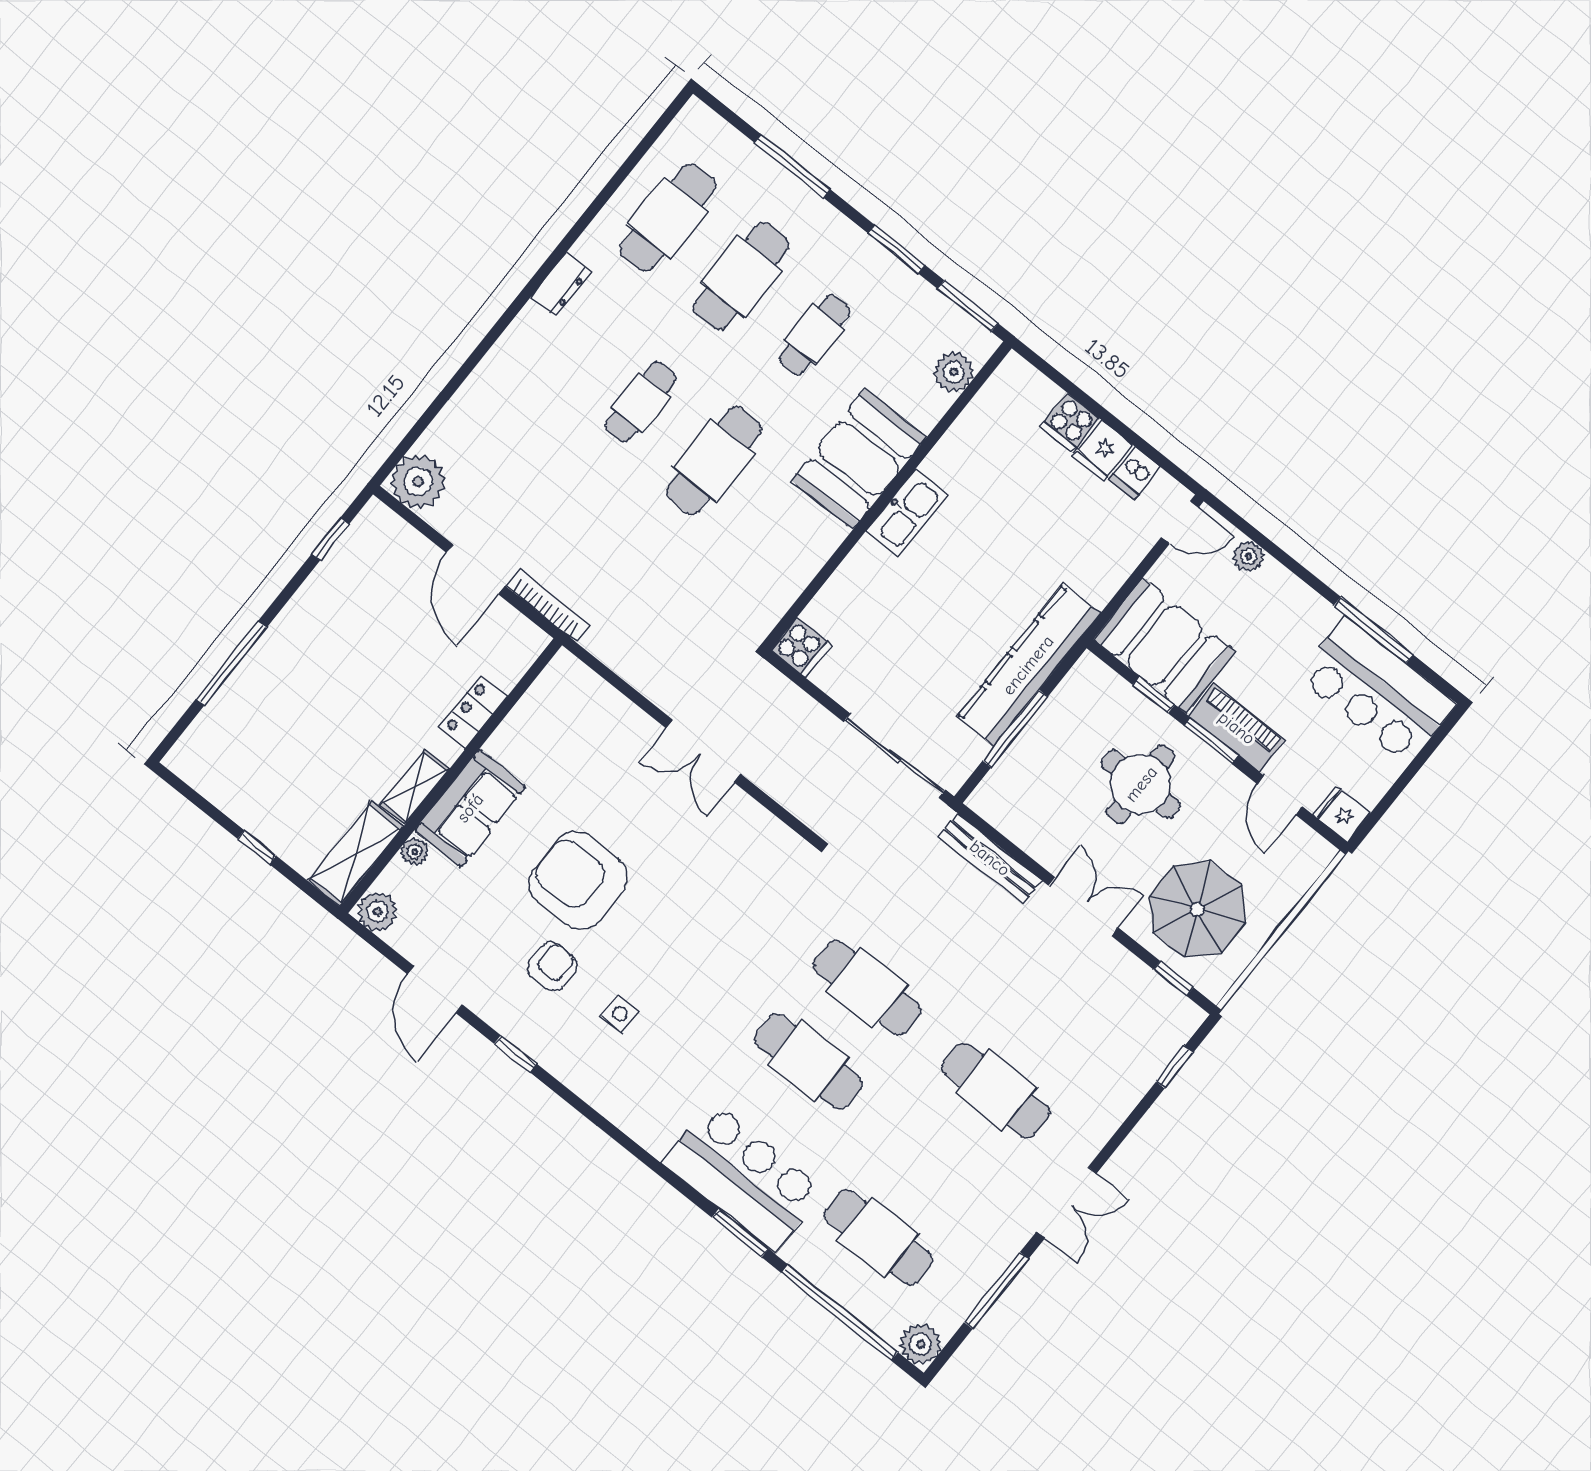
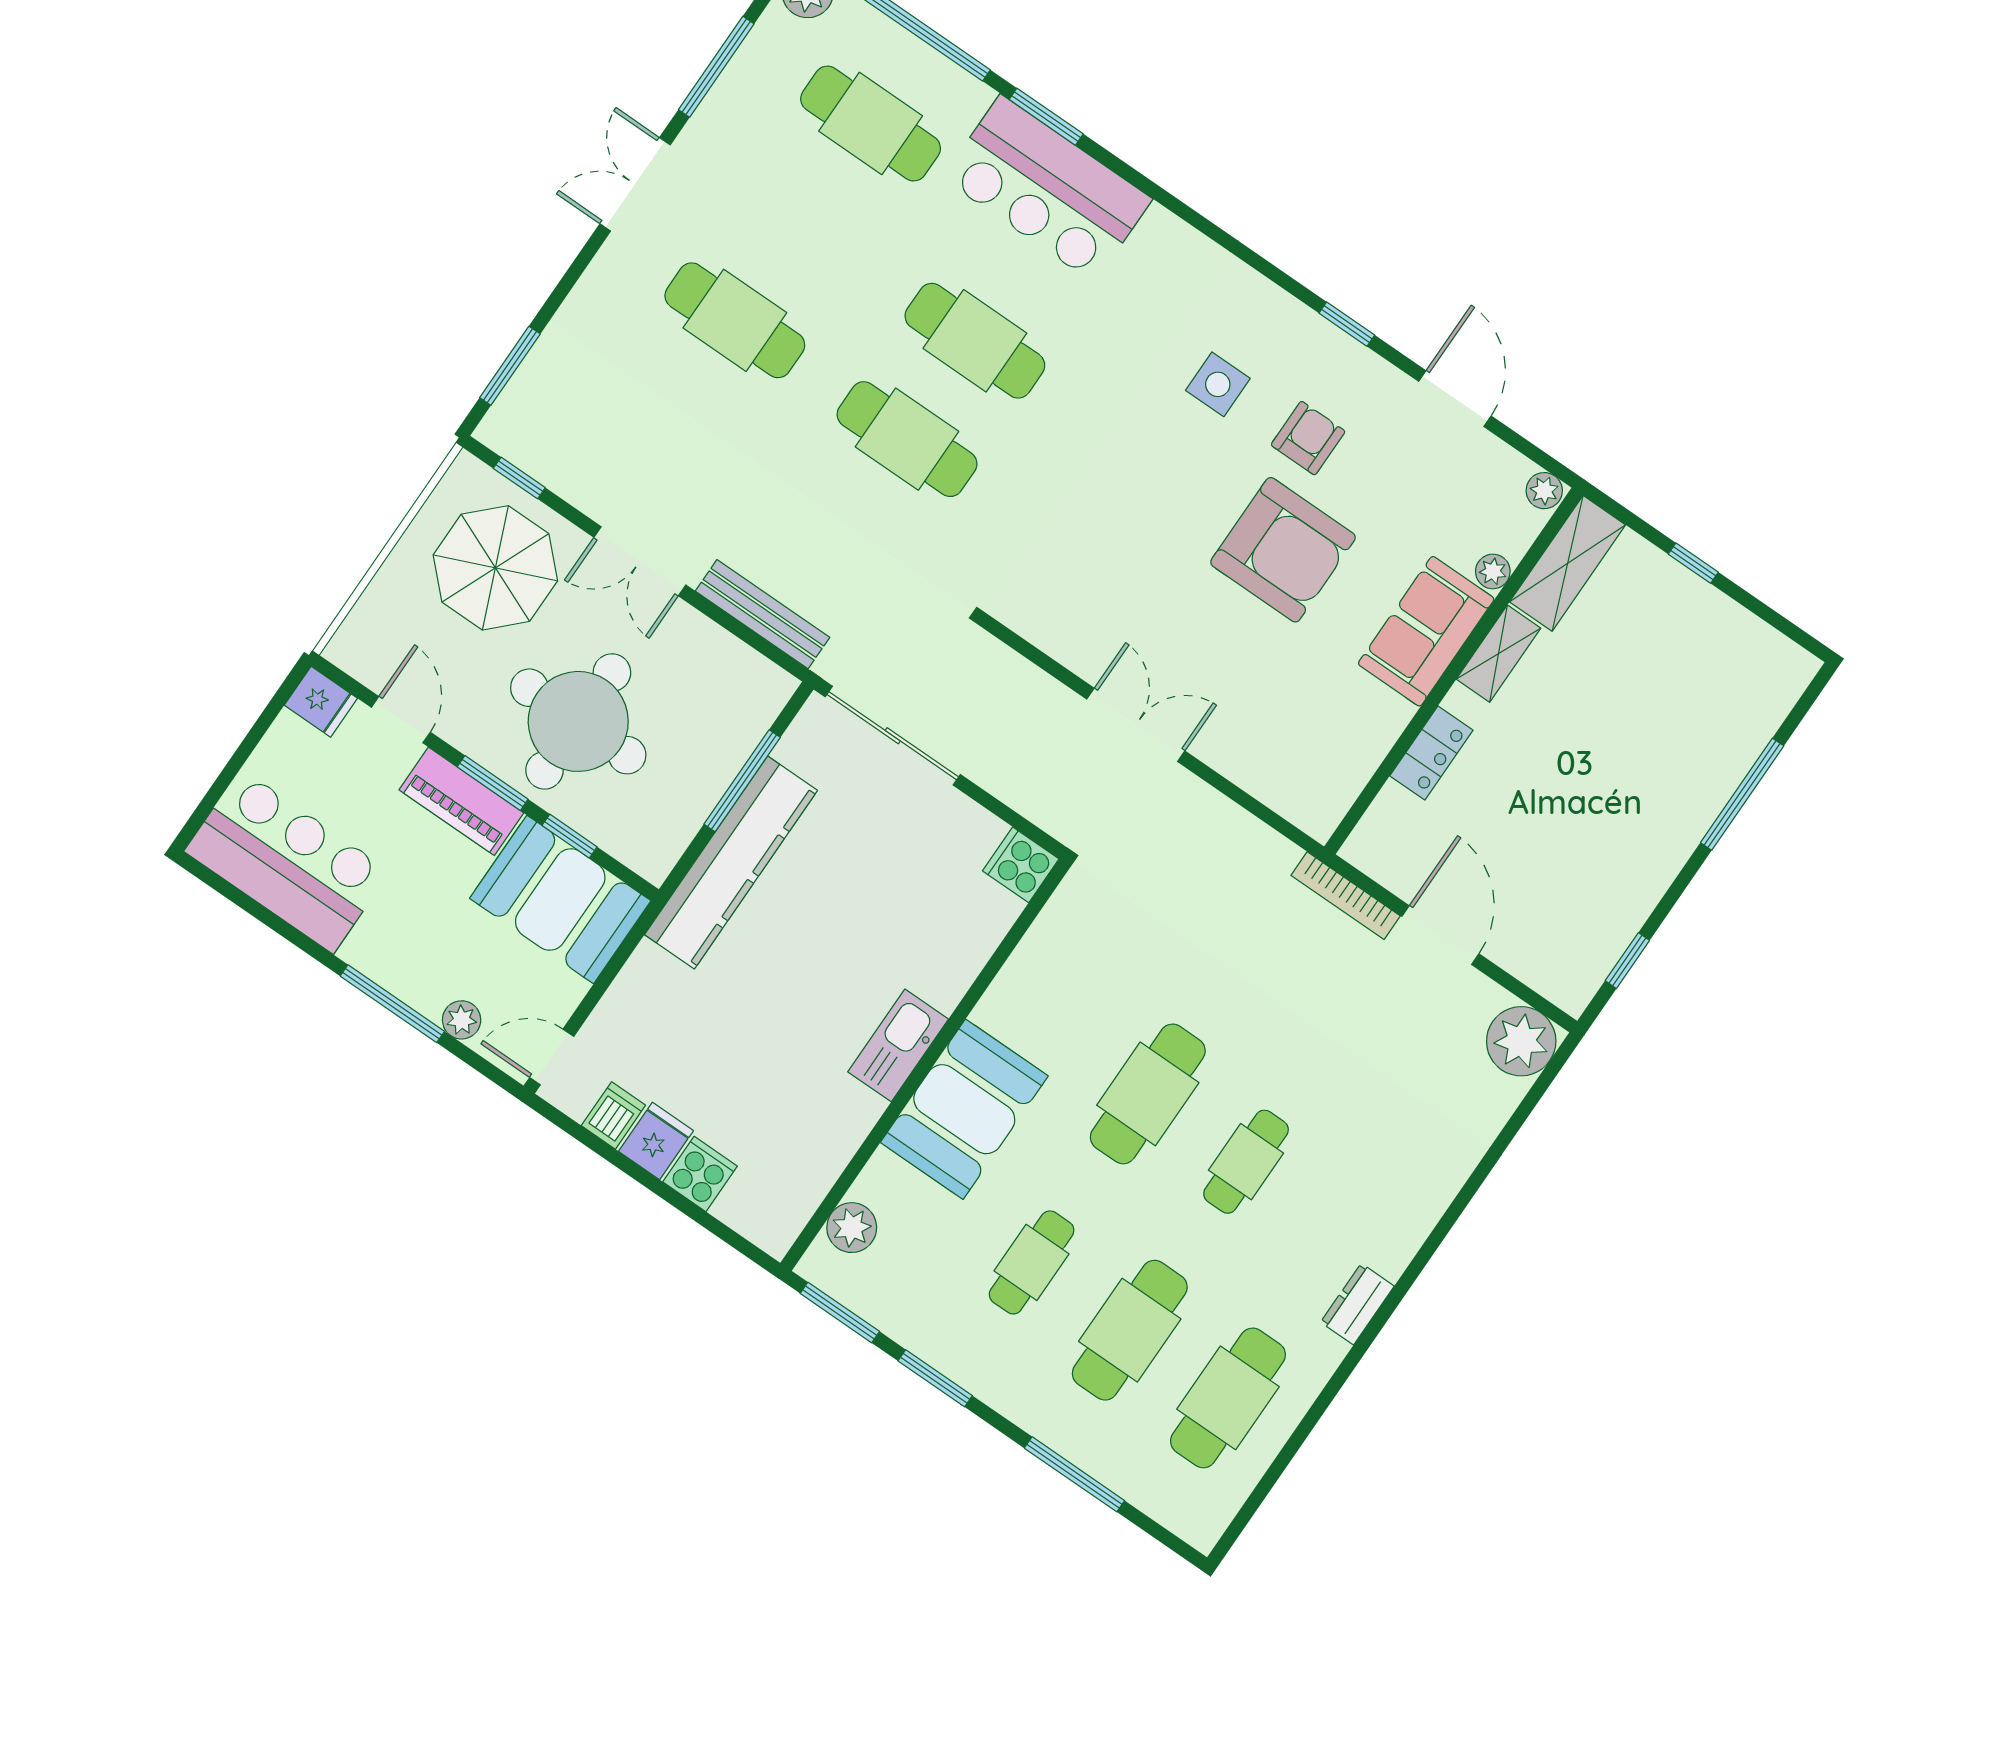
window: (1374, 630) -> (392, 1004), moved
round table: (1141, 784) -> (578, 721), width x1.36, depth x1.36
plant: (377, 912) -> (1544, 491), width x0.73, depth x0.73
armchair: (552, 967) -> (1308, 438), turned 180
side table: (620, 1014) -> (1218, 384), width x1.37, depth x1.37
window: (1175, 1067) -> (510, 366), width x1.50

